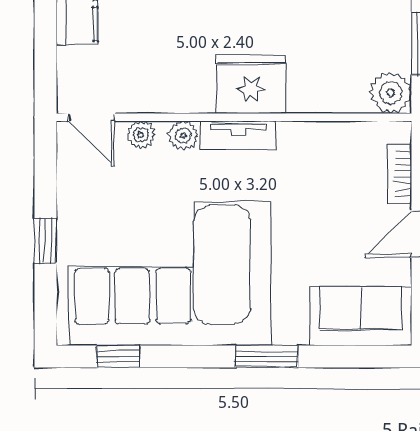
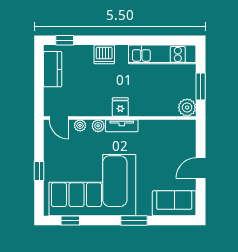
fridge: (251, 84) -> (120, 107), width x0.53, depth x0.75
bookcase: (400, 174) -> (191, 142), removed

